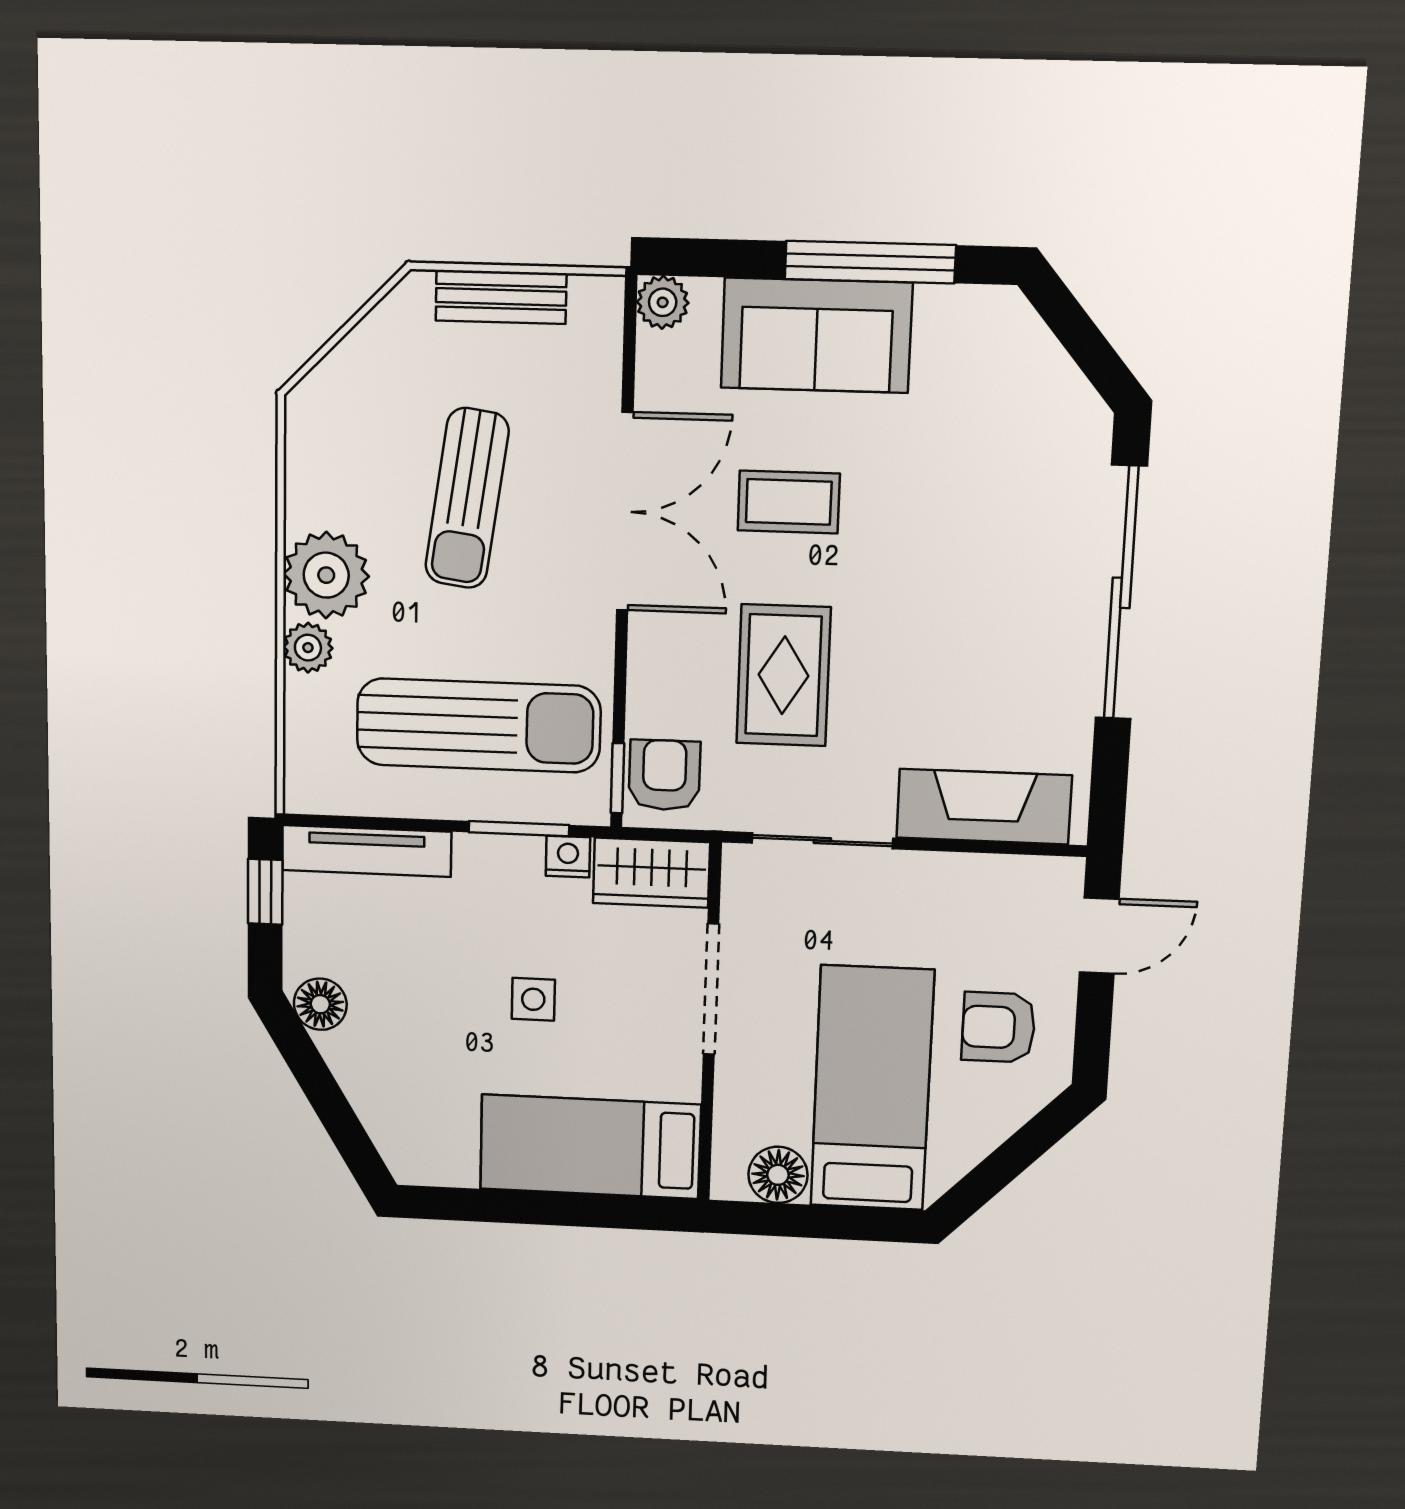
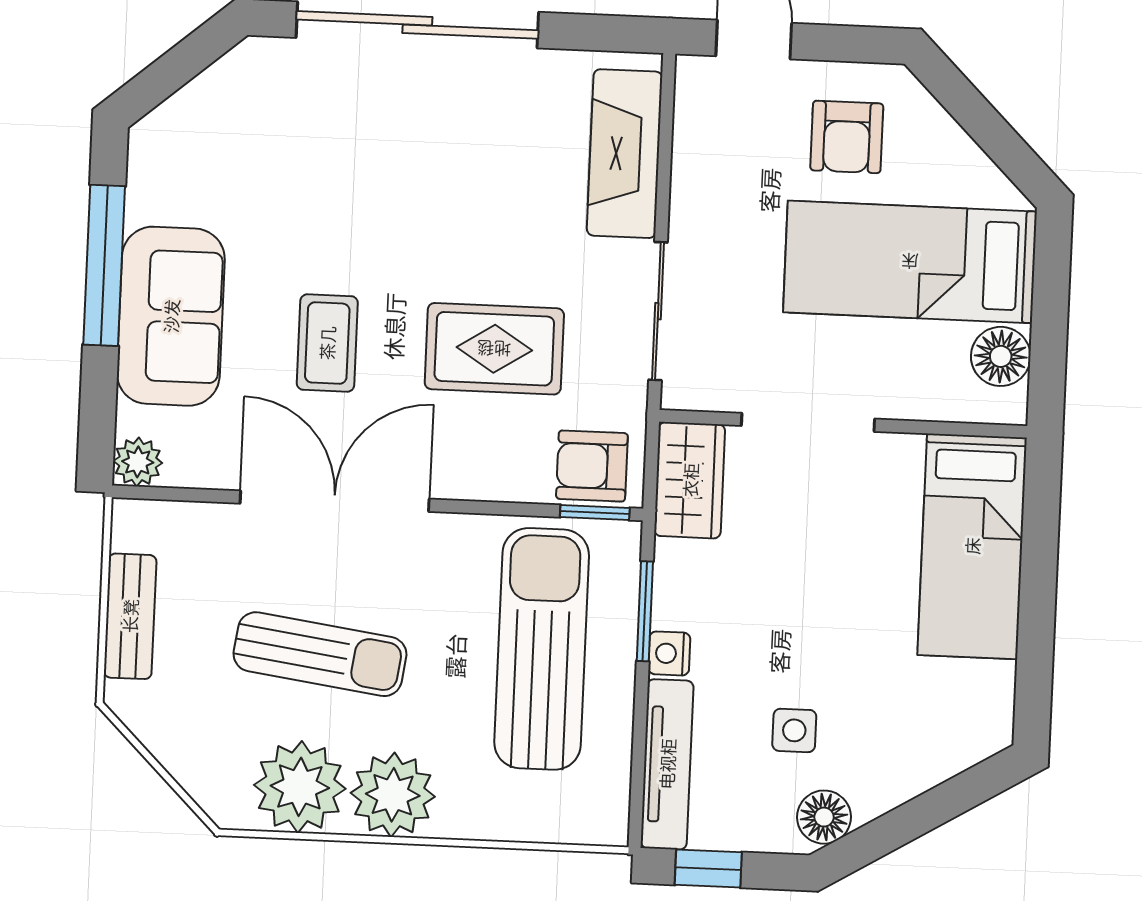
plant: (308, 648) -> (300, 787), moved, width x1.87, depth x1.87
nightstand: (568, 857) -> (669, 653), moved
side table: (533, 999) -> (794, 730), moved

